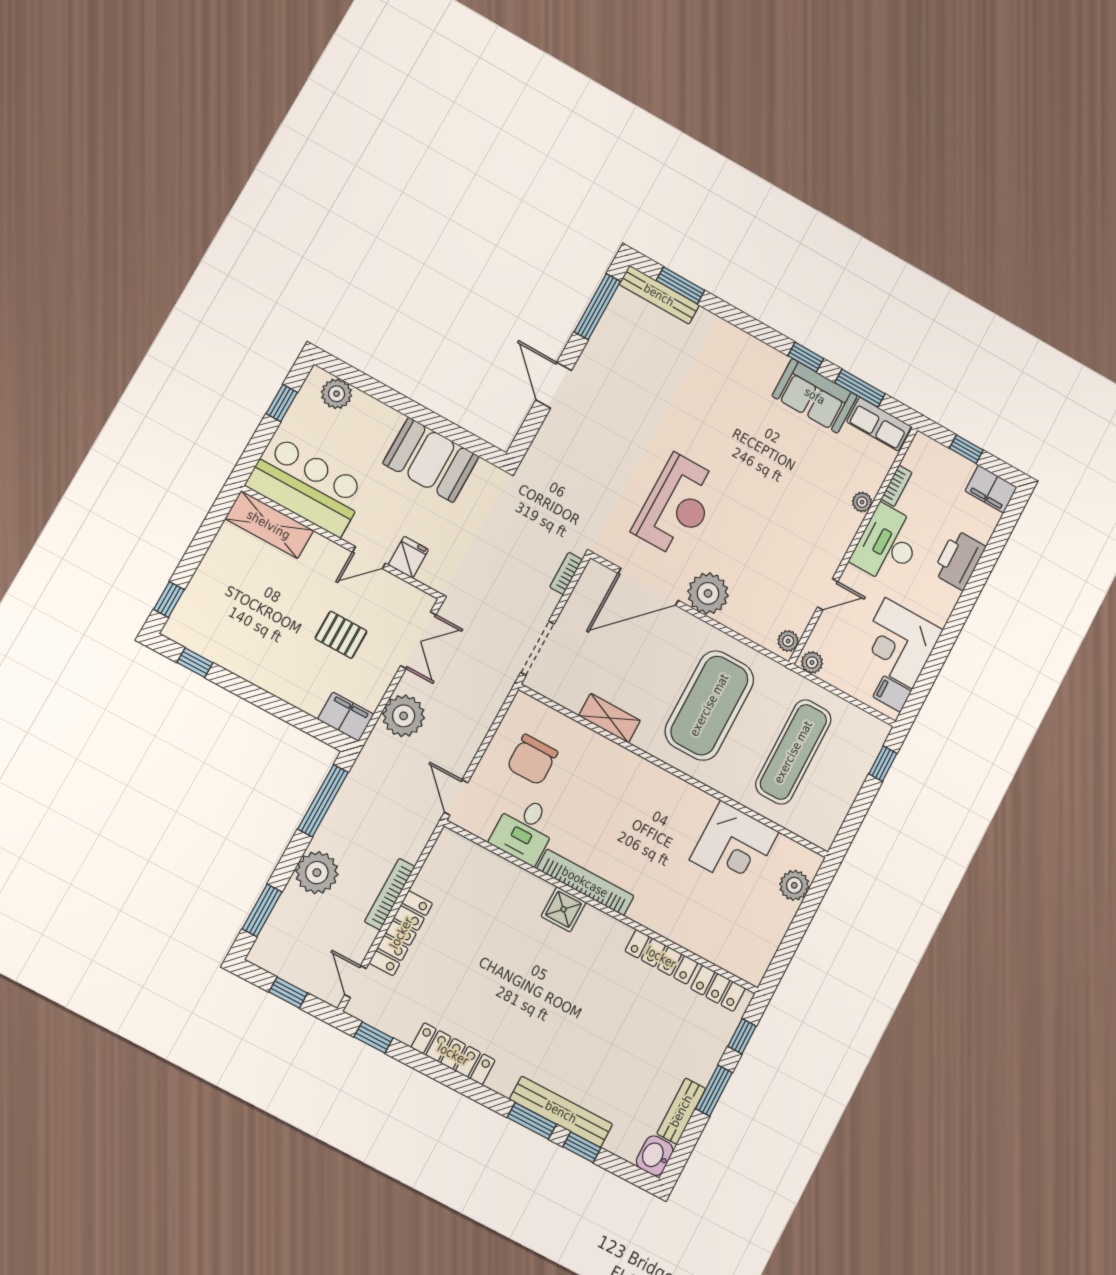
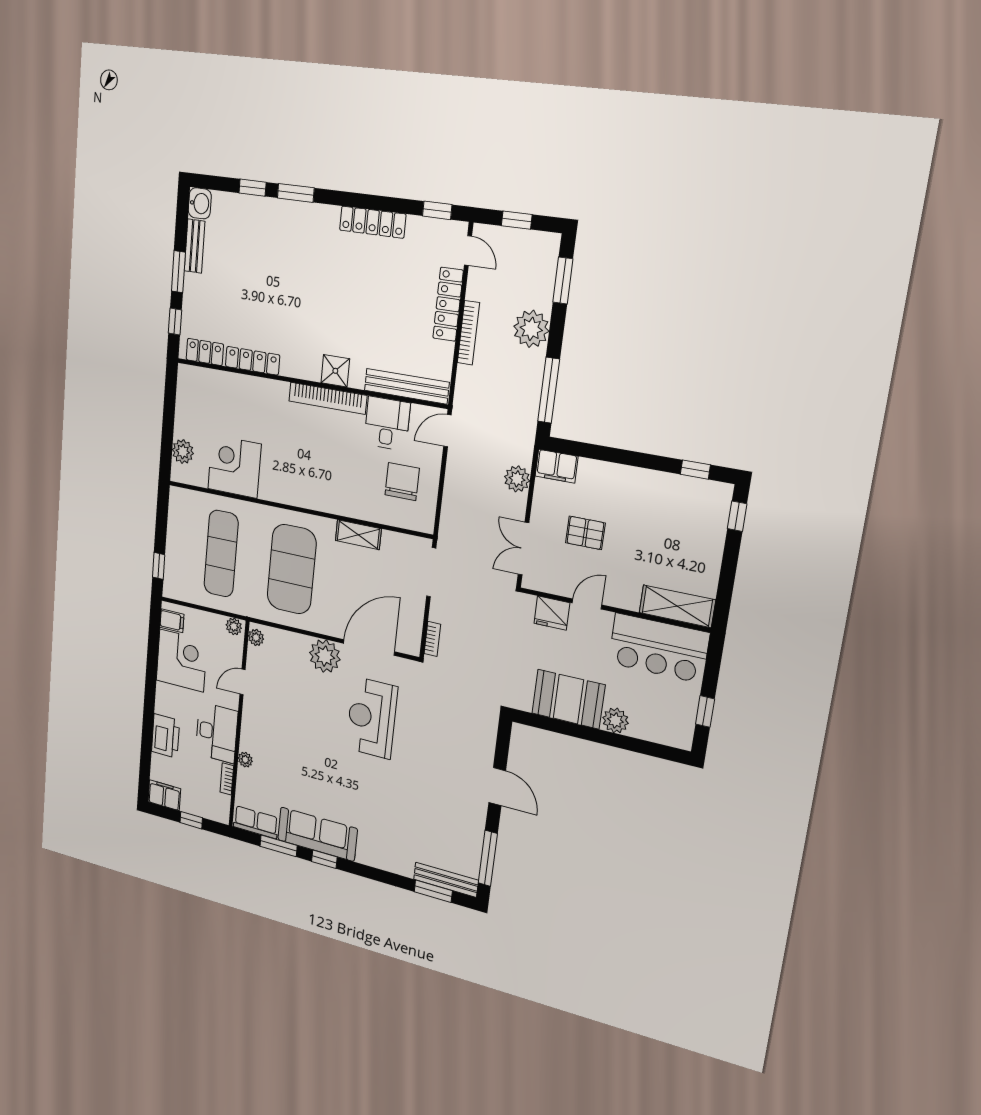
plant: (337, 394) -> (615, 720), moved
sofa: (815, 396) -> (317, 834), width x1.36
fridge: (408, 557) -> (552, 613), width x1.38
plant: (404, 716) -> (517, 479), width x0.73, depth x0.73
door: (456, 797) -> (447, 431), swing flipped
bench: (561, 1112) -> (407, 386), moved

